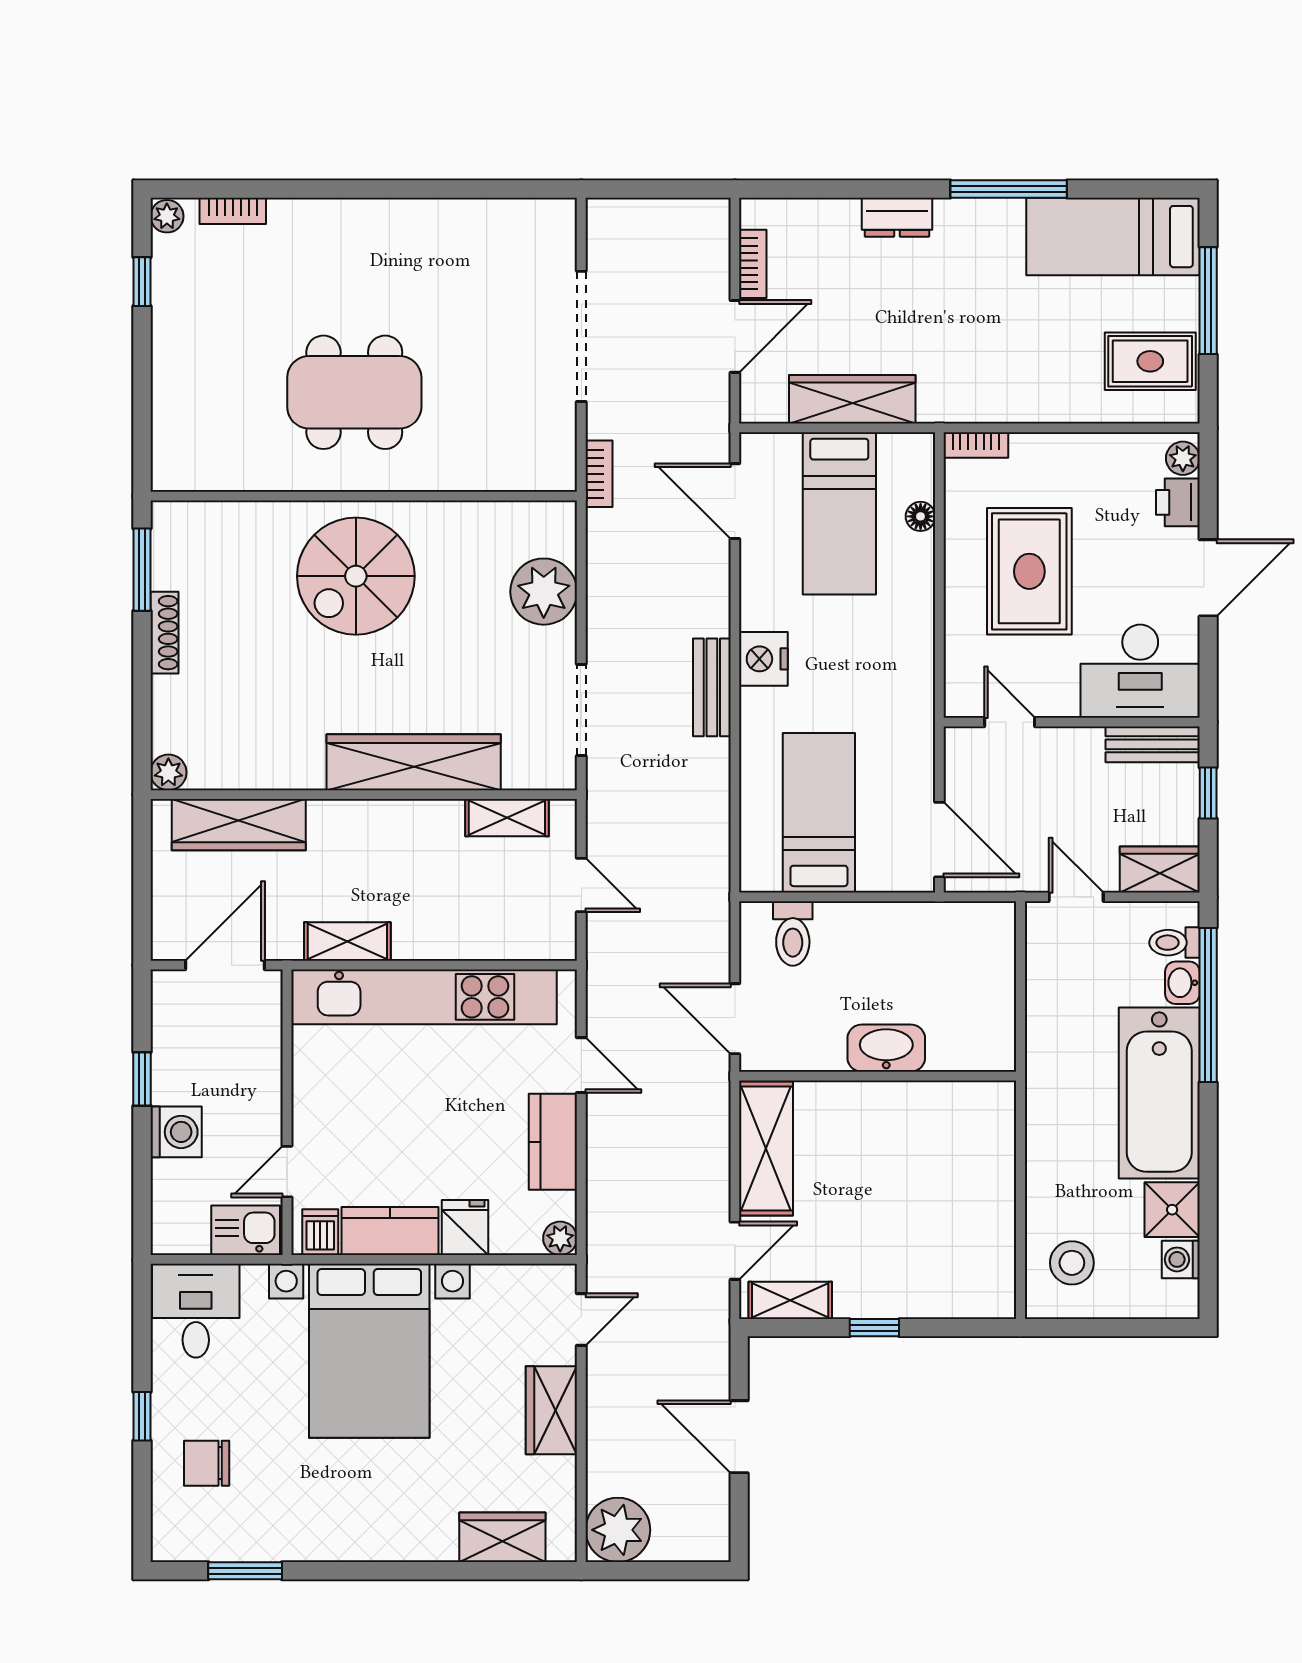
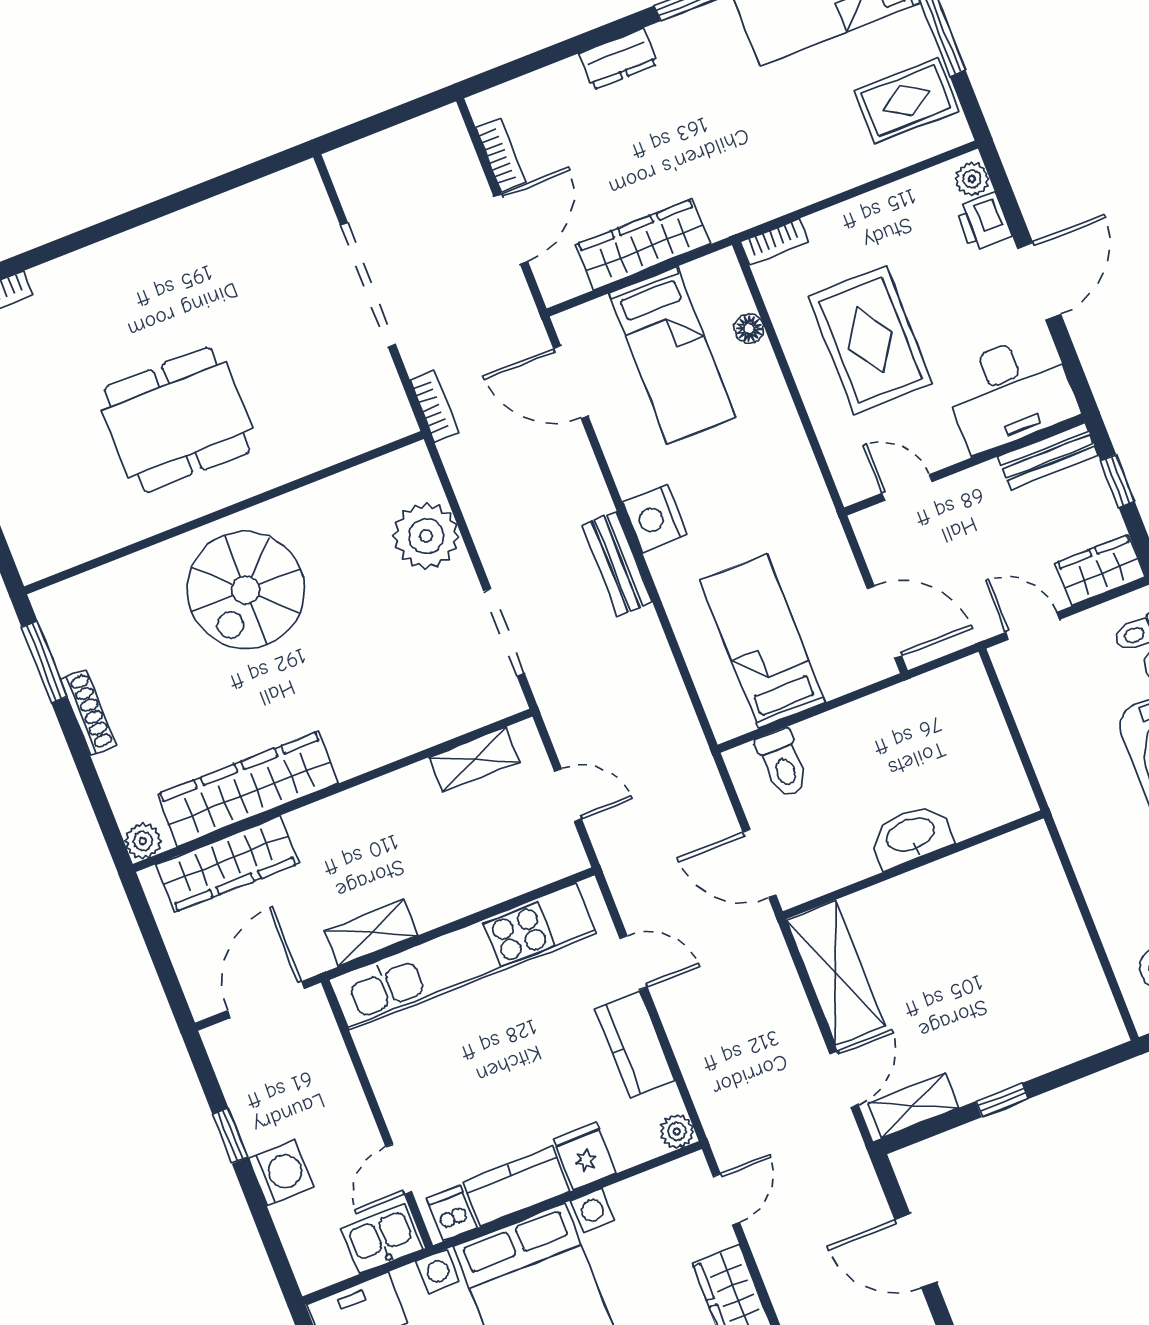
wardrobe: (414, 762) -> (248, 789), moved

